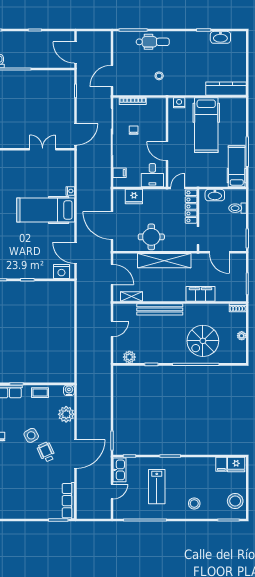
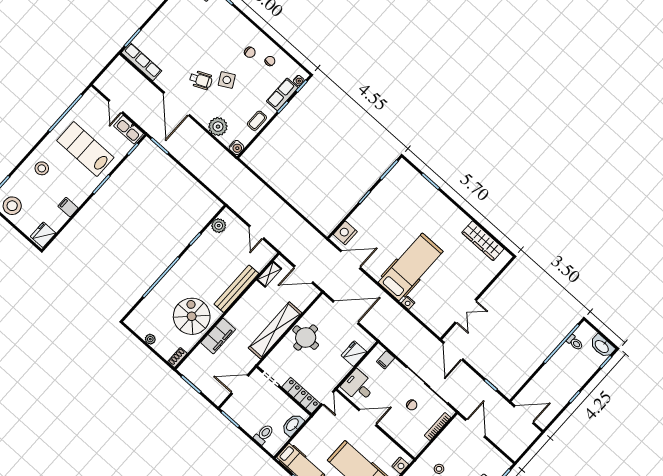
spiral stairs: (203, 341) -> (192, 316), moved
filing cabinet: (221, 464) -> (68, 207), moved
lab bench: (157, 487) -> (85, 149), width x1.36, depth x1.39

